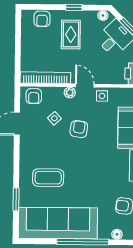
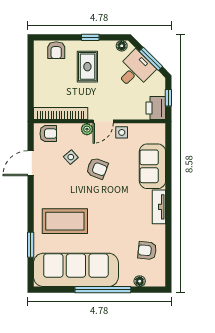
door: (85, 86) -> (103, 121), swing flipped
armchair: (34, 96) -> (48, 134), turned -90
armchair: (79, 129) -> (97, 168), turned 103
coffee table: (48, 178) -> (65, 221), width x1.36, depth x1.32

